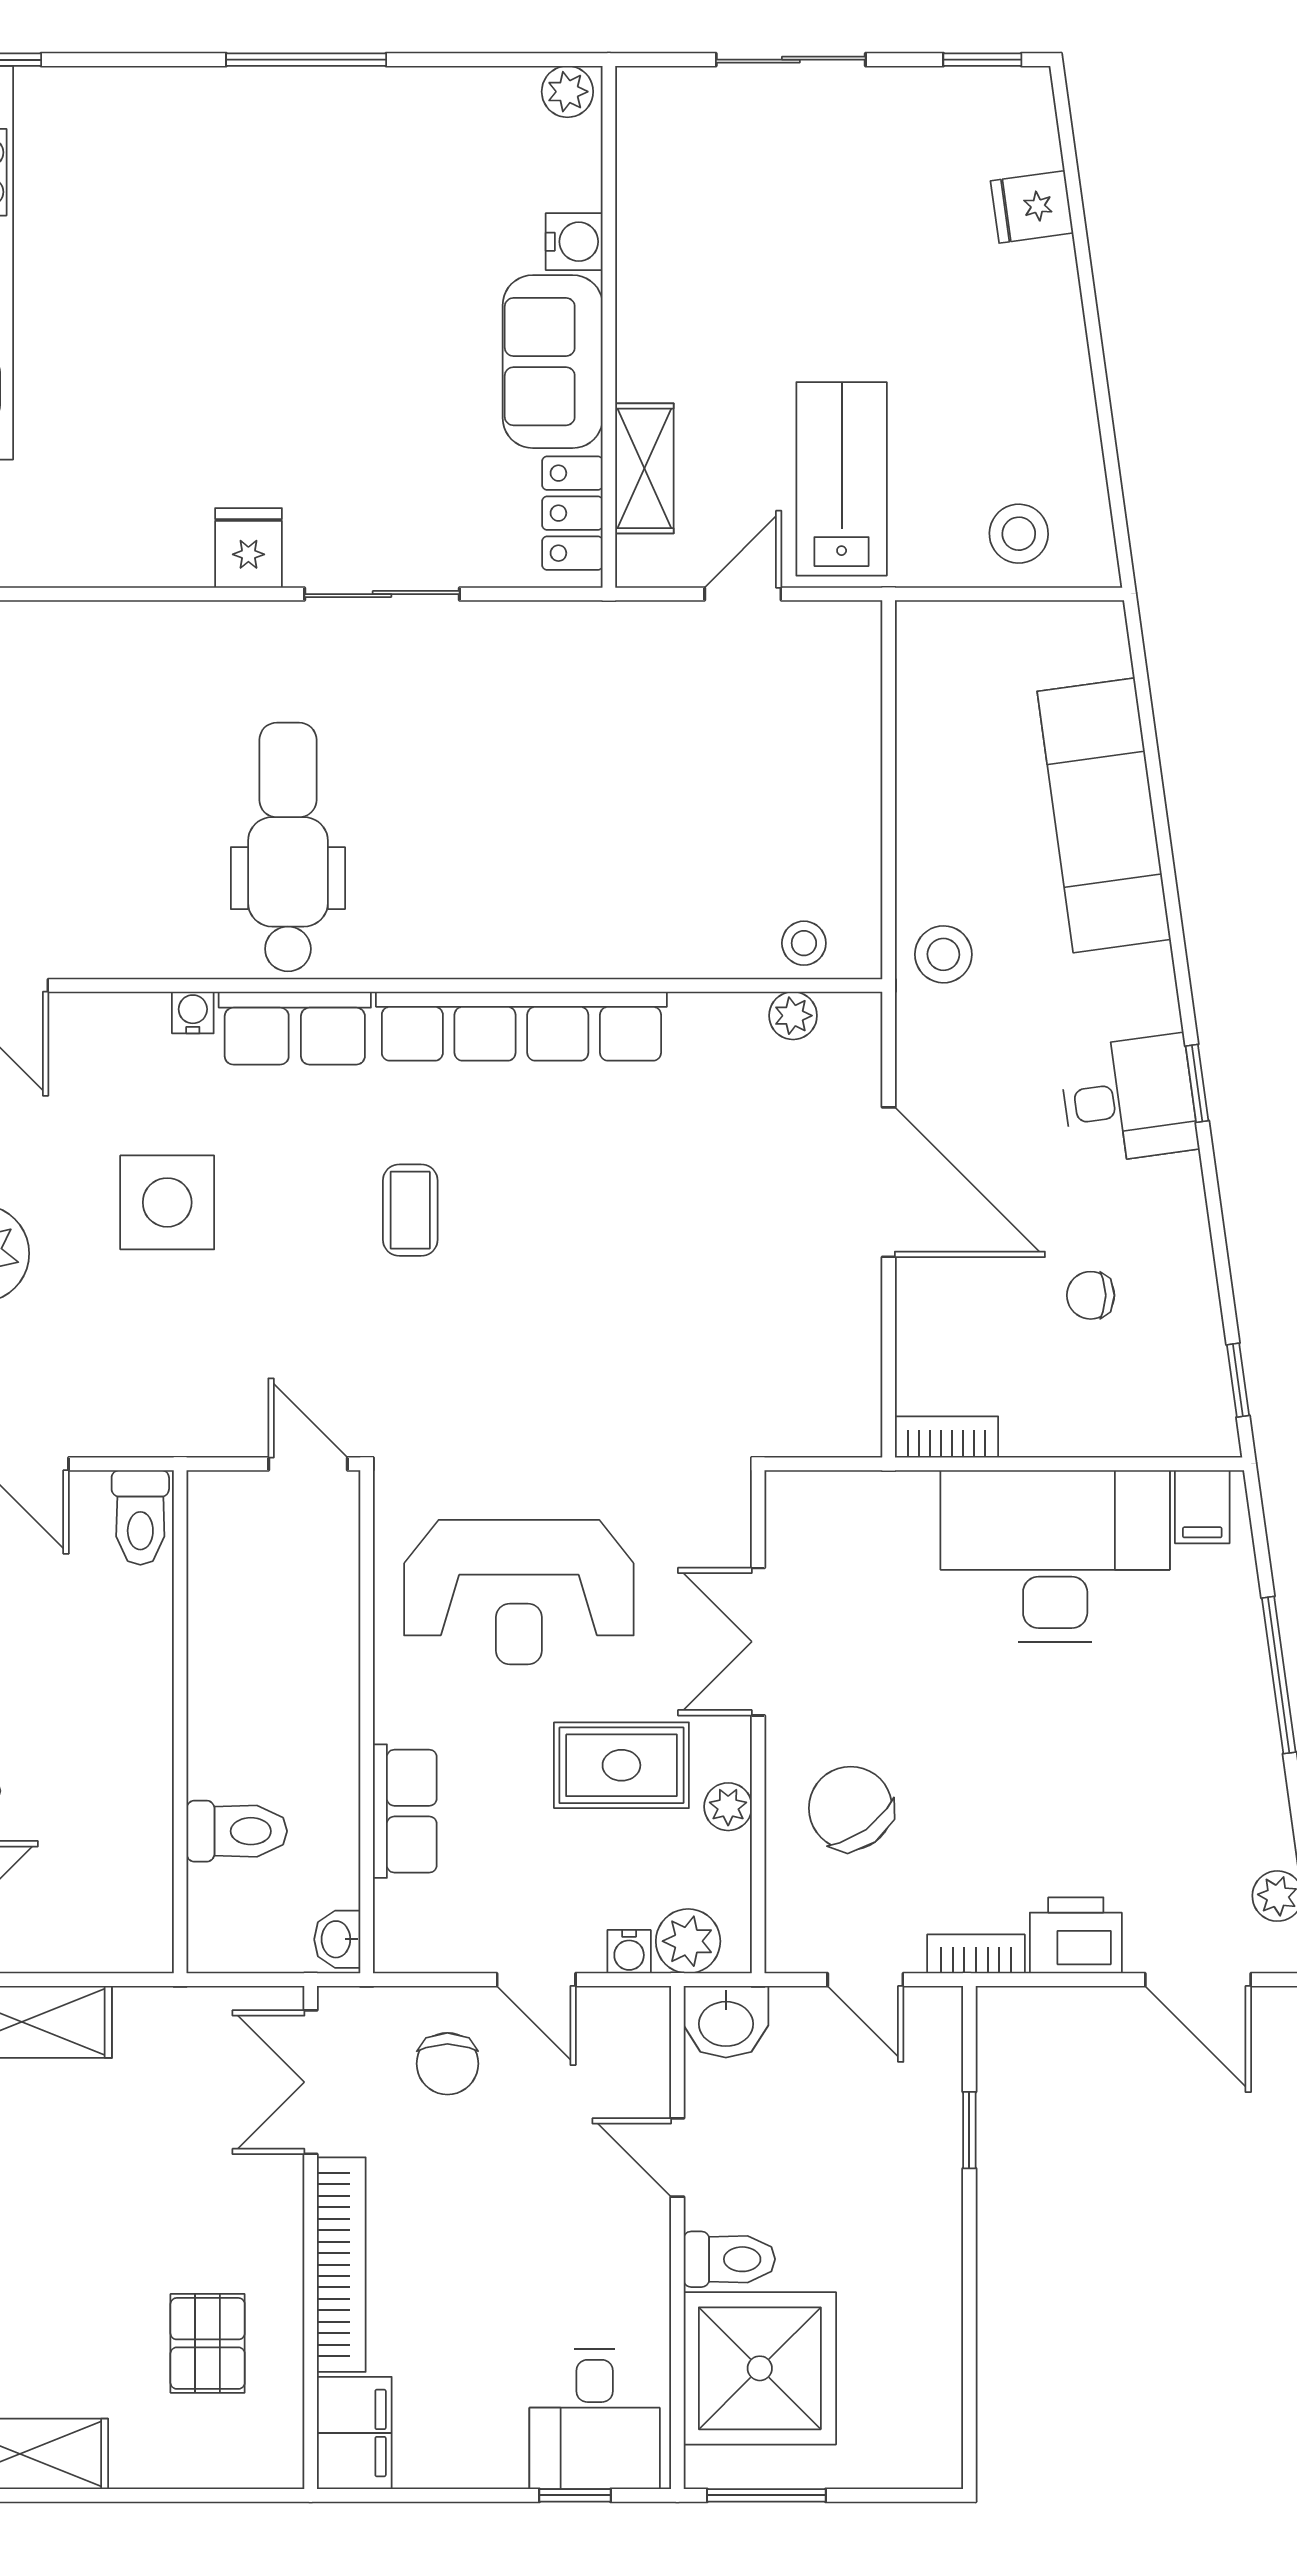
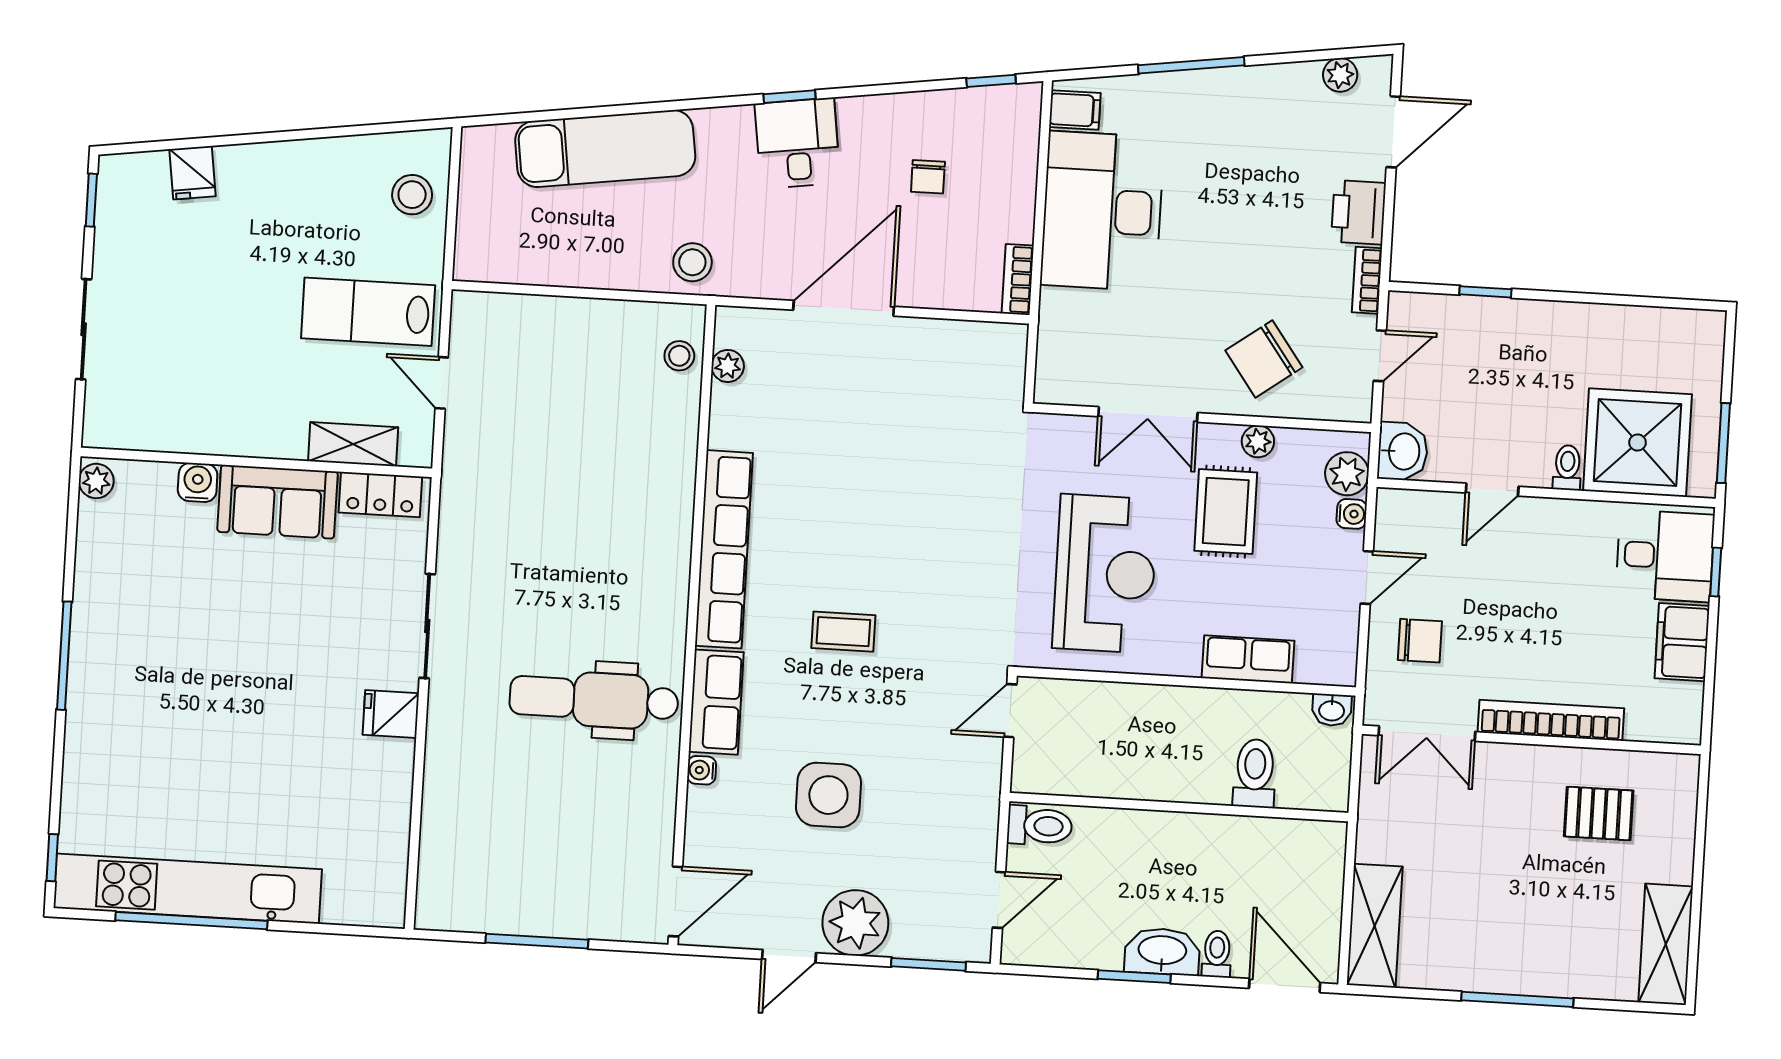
toilet: (729, 2259) -> (1567, 468), width x0.73, depth x0.72
filing cabinet: (354, 2433) -> (1682, 642), moved, turned -90

